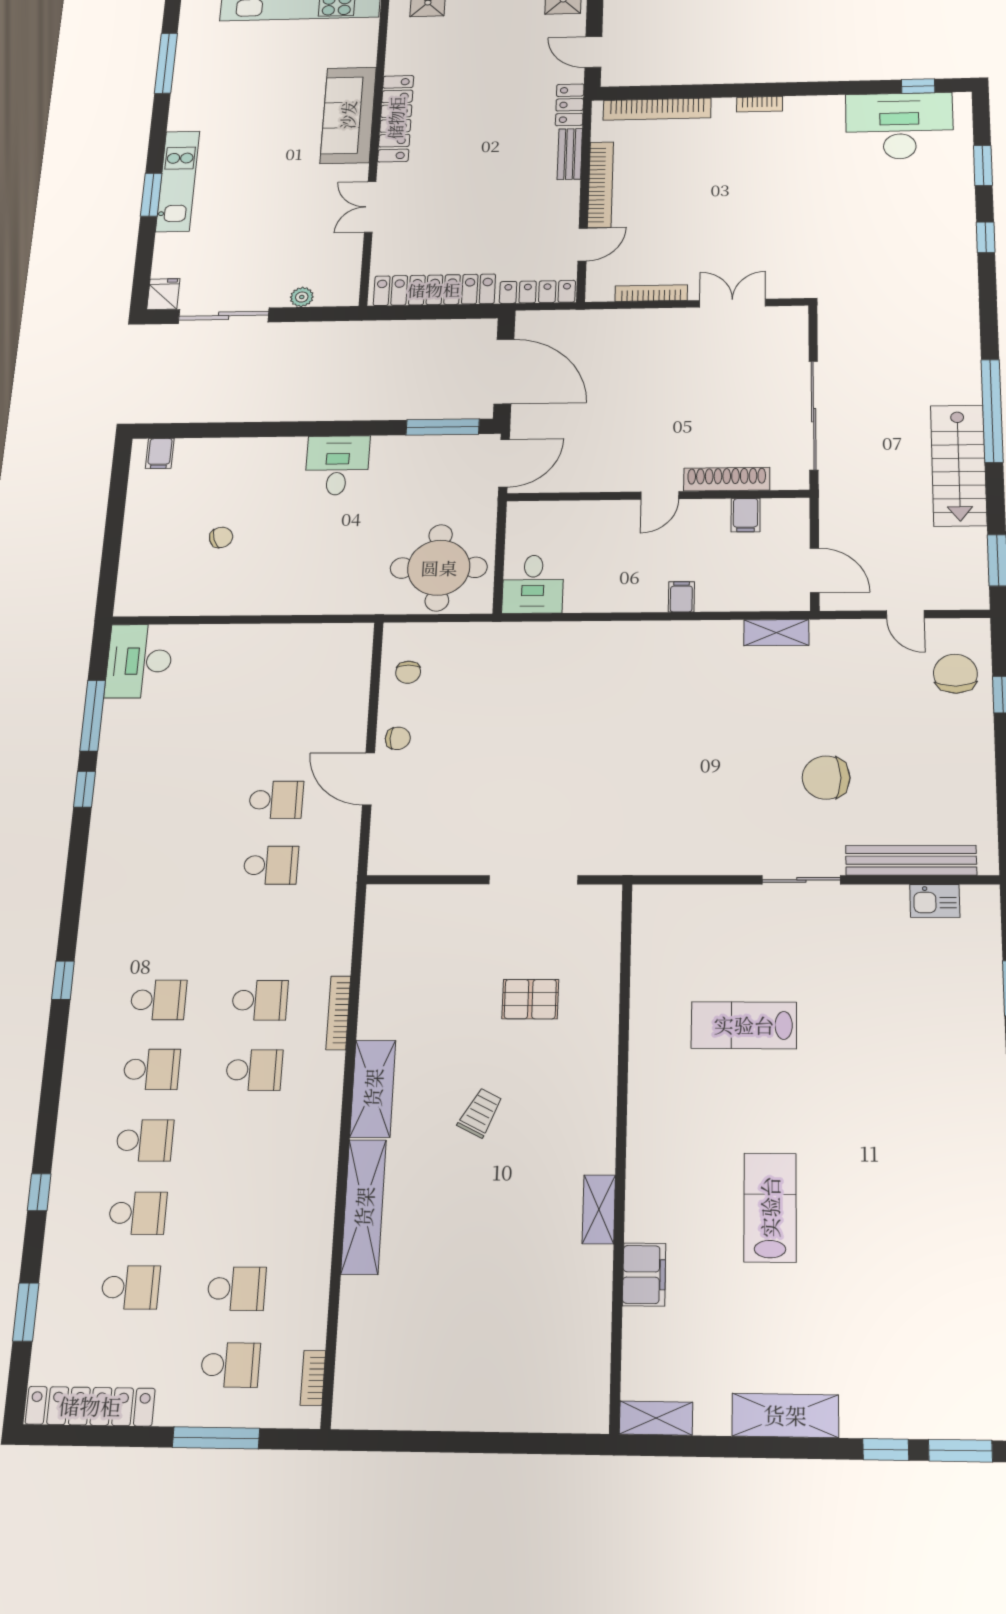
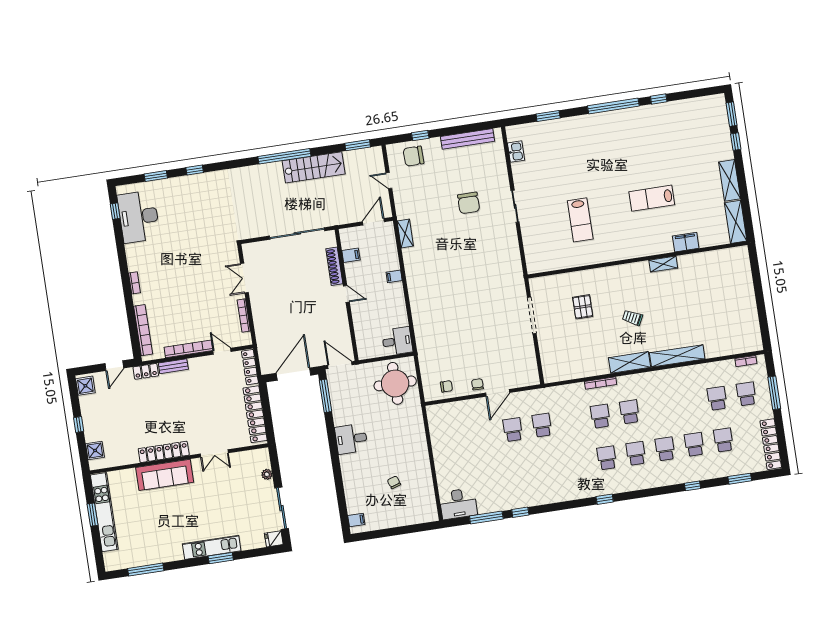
door: (905, 614) -> (389, 181), swing flipped
bench: (911, 860) -> (467, 139), moved, turned 90
shelving: (656, 1418) -> (736, 222), width x1.50, depth x1.33

